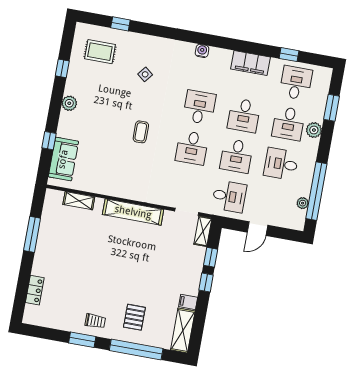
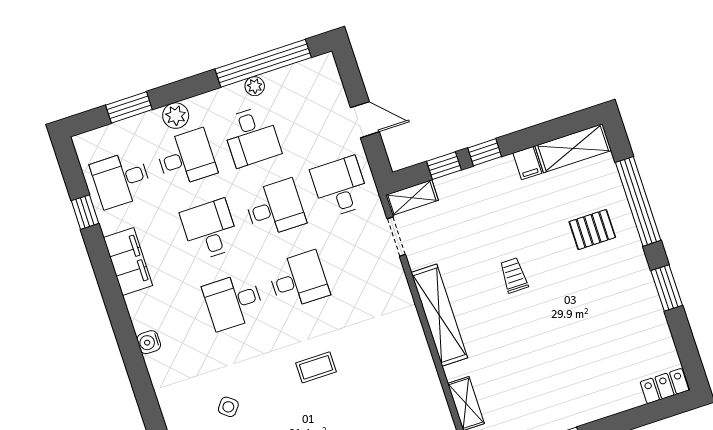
desk: (244, 115) -> (210, 230), turned -90
plant: (303, 203) -> (255, 86), moved
locker: (35, 290) -> (664, 386), moved
trolley: (95, 321) -> (514, 275), moved

